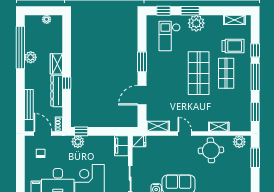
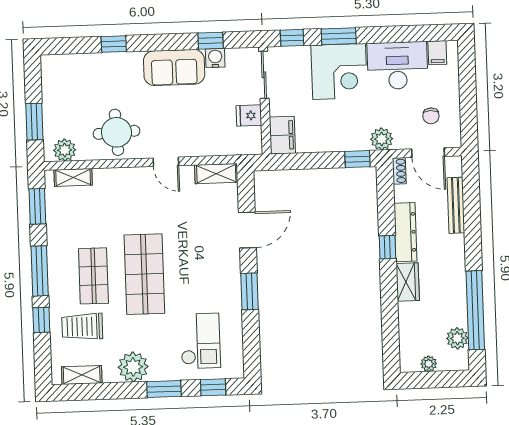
plant: (196, 23) -> (133, 367), moved
plant: (31, 57) -> (457, 338), moved
shelving: (219, 127) -> (73, 177), moved
fridge: (139, 141) -> (249, 116), moved
plant: (78, 142) -> (382, 139), moved

